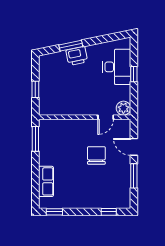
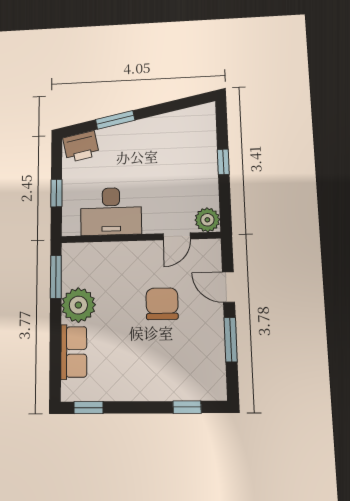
printer: (77, 56) -> (81, 147), moved
desk: (117, 67) -> (111, 211), moved, turned 90
plant: (49, 155) -> (78, 305), added

